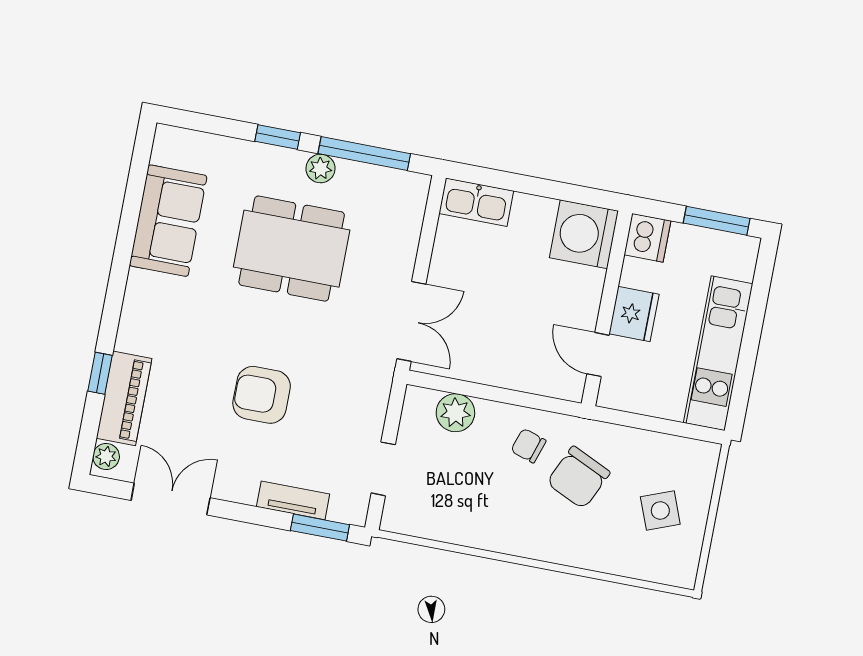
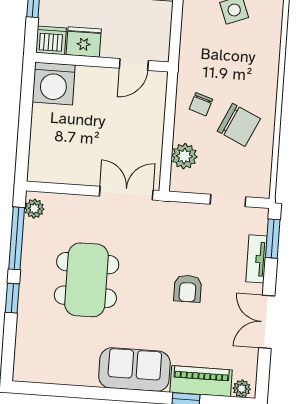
plant: (320, 168) -> (34, 209), moved
kitchen sink: (476, 202) -> (40, 159), removed
sofa: (168, 221) -> (134, 370), moved
fridge: (634, 314) -> (84, 42), moved
armchair: (262, 395) -> (188, 289), width x0.72, depth x0.72
chair: (578, 478) -> (239, 125), moved
double door: (171, 499) -> (267, 322), moved

